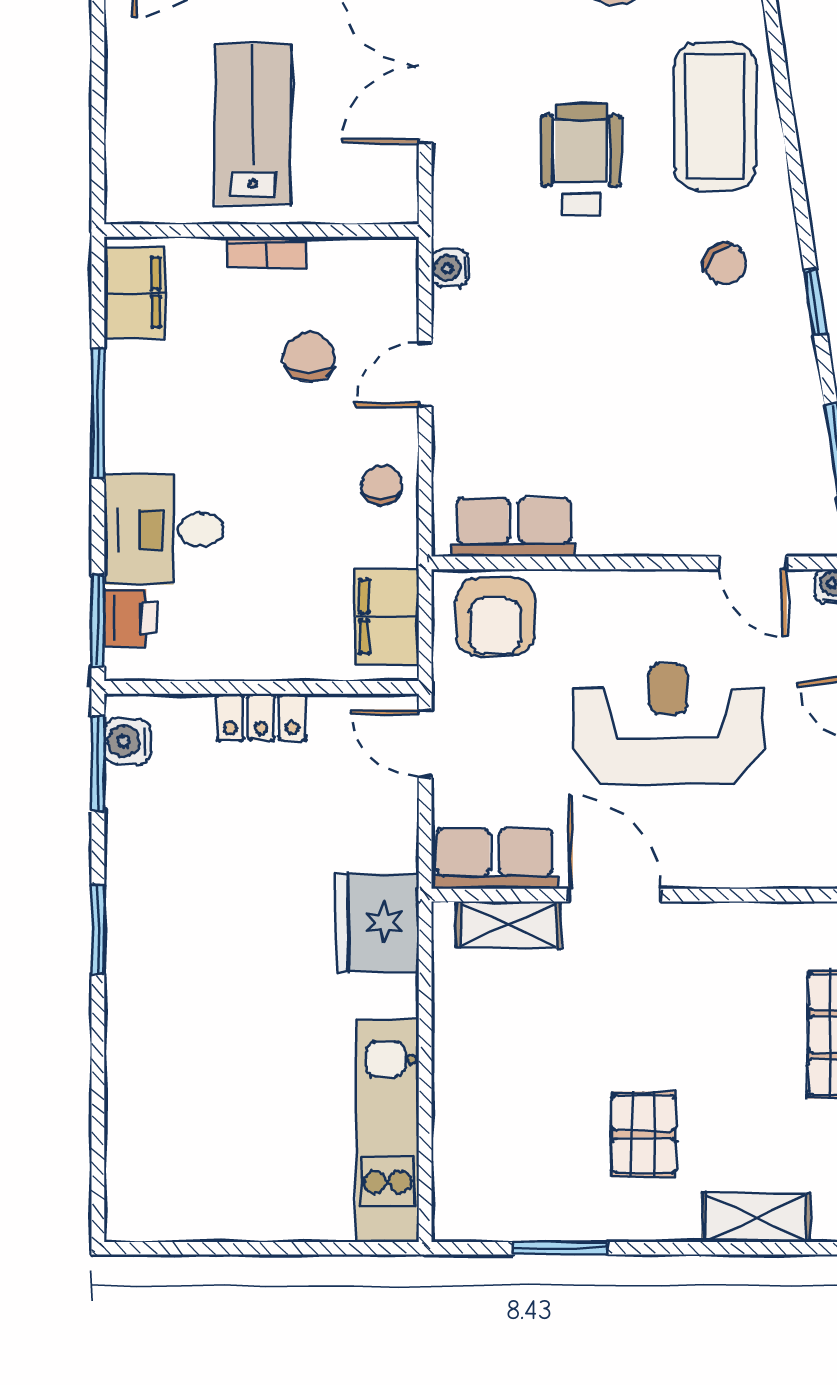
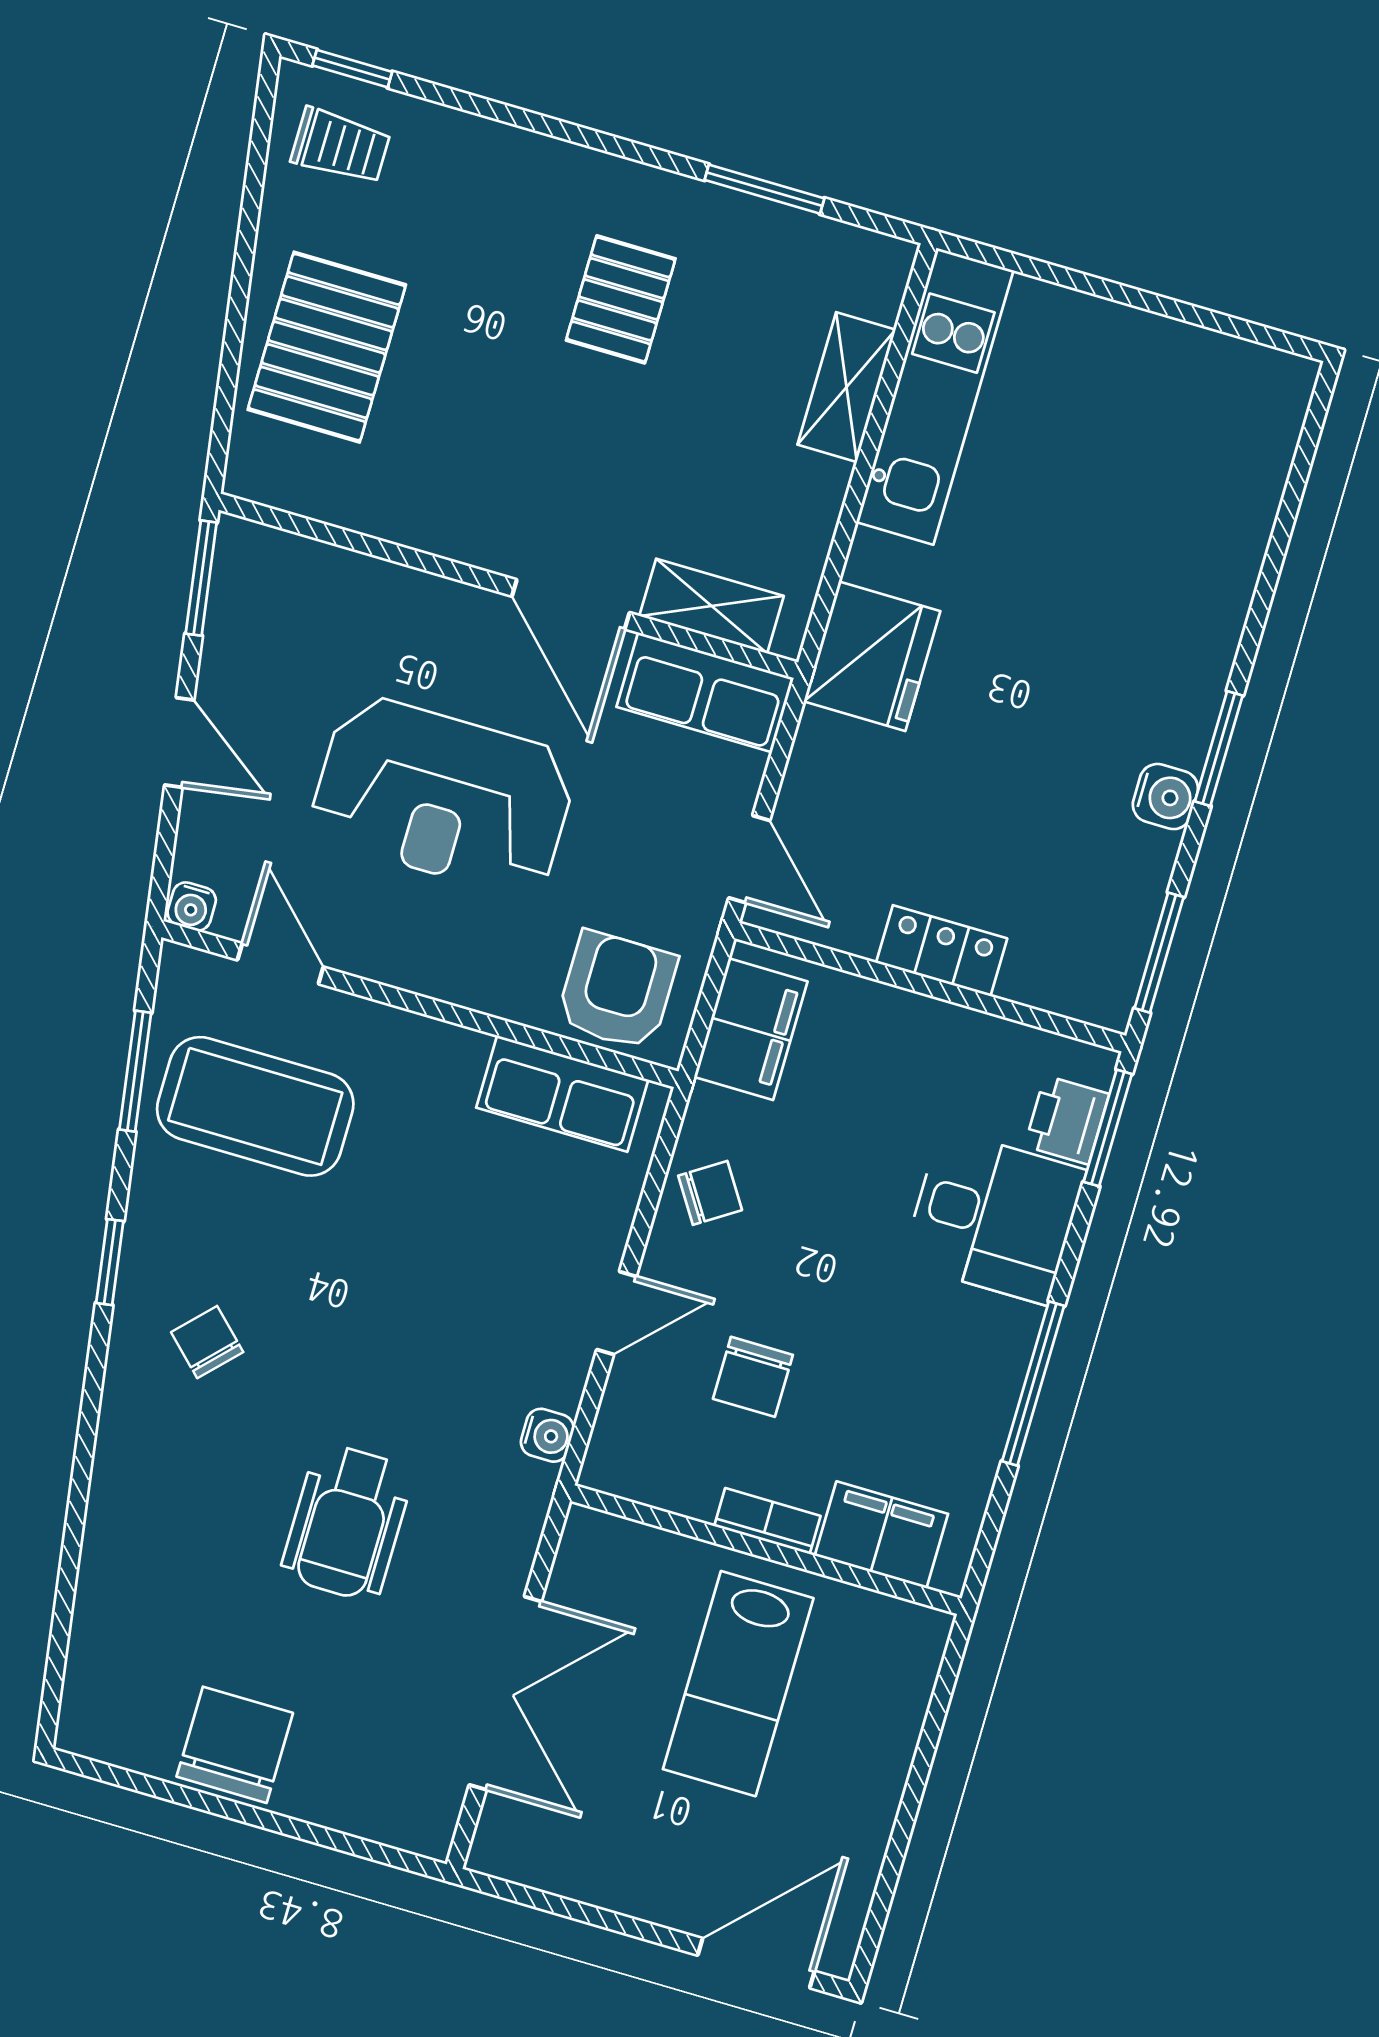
coffee table: (715, 116) -> (255, 1106), moved, turned 90
filing cabinet: (134, 292) -> (881, 1535), moved, turned 90
chair: (381, 485) -> (710, 1193), turned -123
water cooler: (127, 741) -> (1165, 797), moved
shelving: (756, 1218) -> (847, 387), moved, turned 90

